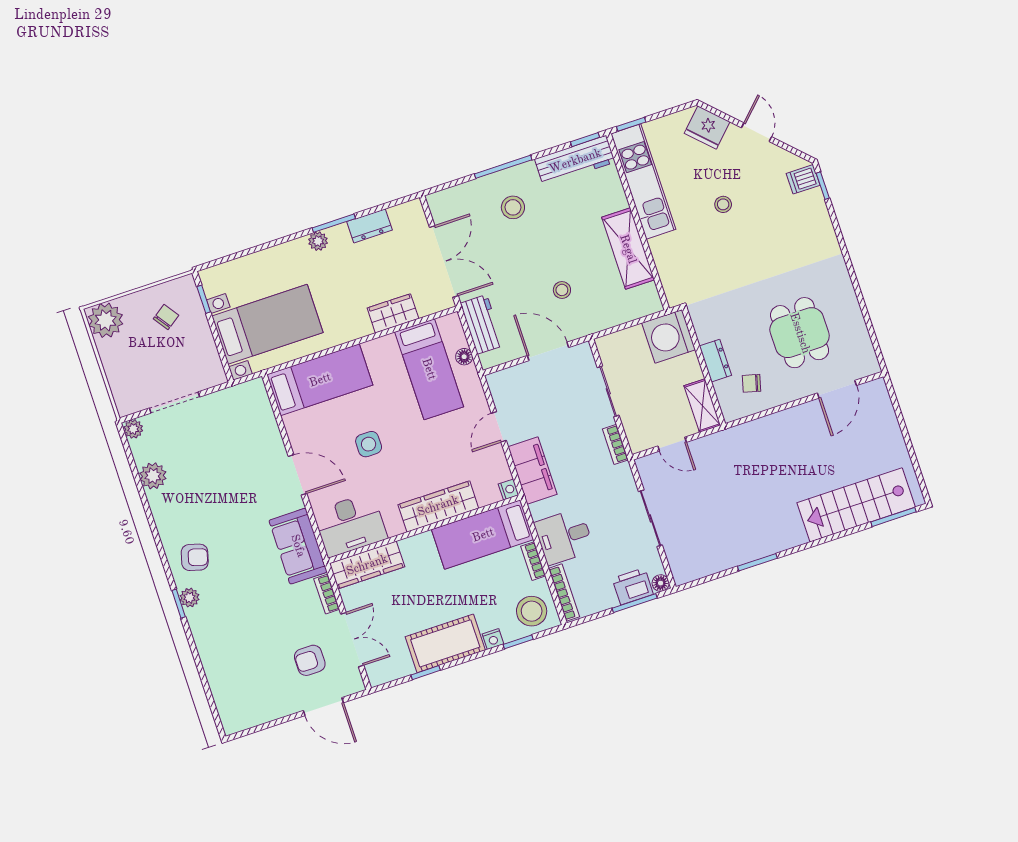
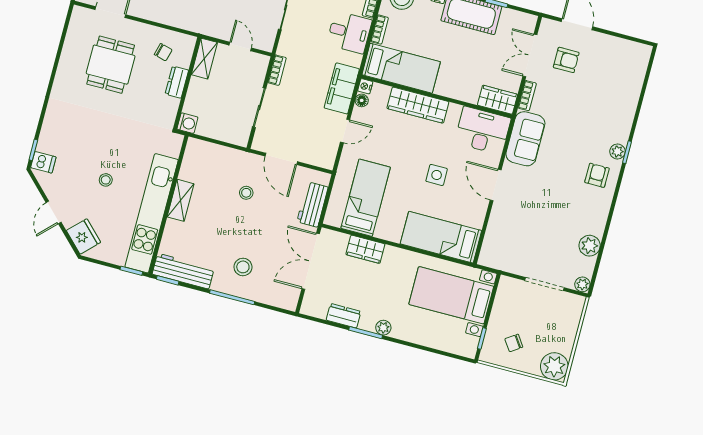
kitchen unit: (643, 181) -> (152, 213), width x1.36
shelving: (628, 249) -> (181, 200), width x0.67, depth x0.75
washing machine: (669, 336) -> (187, 123), width x0.53, depth x0.53
floor lamp: (464, 357) -> (362, 100), moved
armchair: (195, 557) -> (597, 175), turned 74
wardrobe: (367, 565) -> (497, 100), width x0.67

